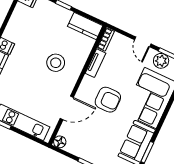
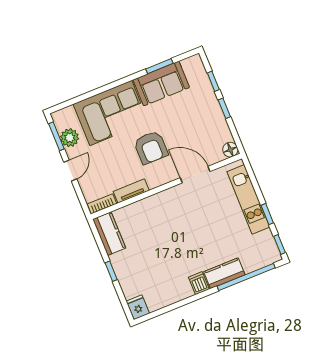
stool: (56, 63) -> (167, 225), removed
armchair: (108, 100) -> (151, 147), turned 180

